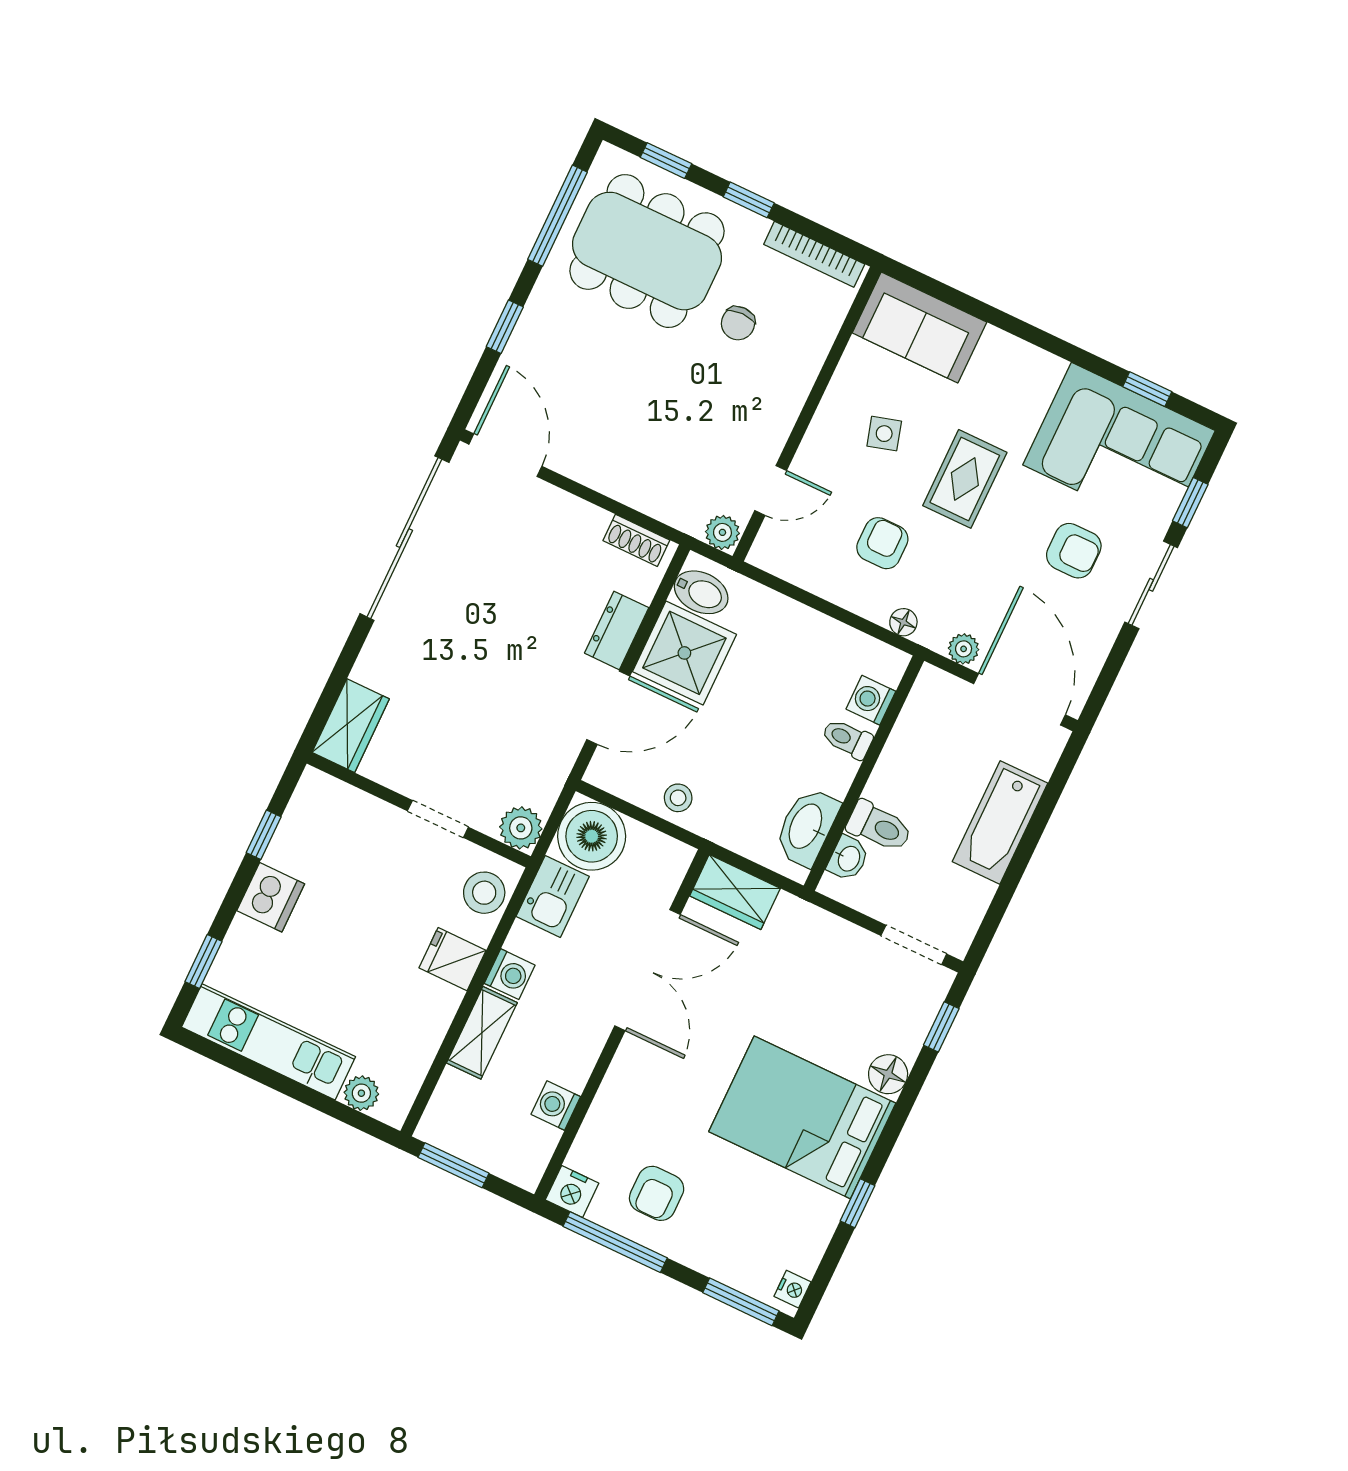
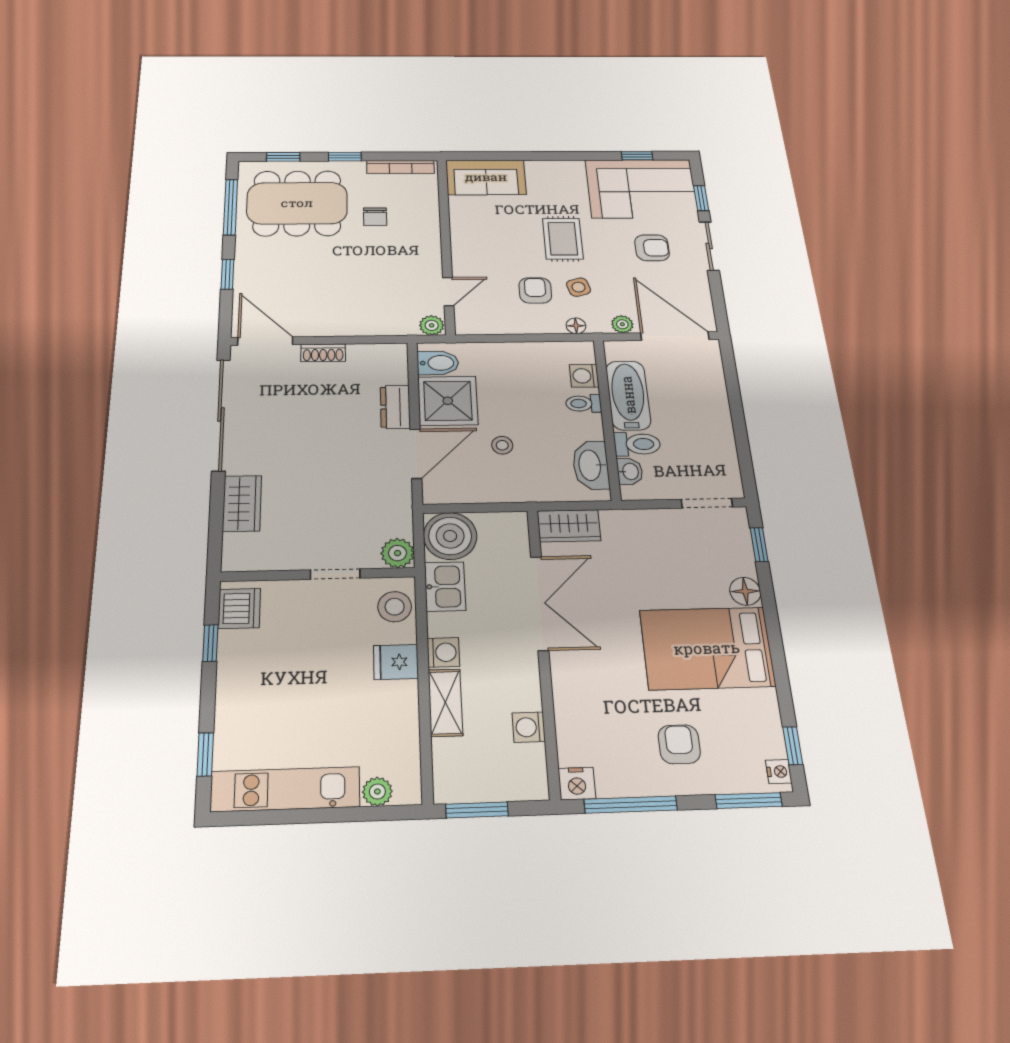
side table: (884, 434) -> (578, 287), moved
shoe rack: (636, 540) -> (323, 353), moved
wardrobe: (351, 726) -> (242, 503), moved
stool: (678, 798) -> (502, 445), moved
bathtub: (1000, 822) -> (628, 395), moved, turned 180
dishwasher: (271, 897) -> (239, 608), moved
armchair: (657, 1193) -> (679, 744), moved, turned 180
window: (858, 1203) -> (793, 746), moved

